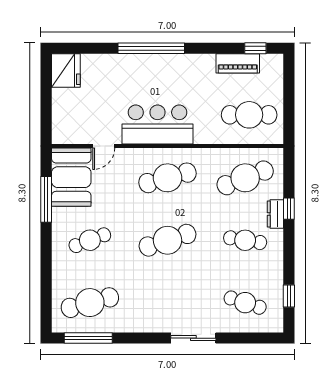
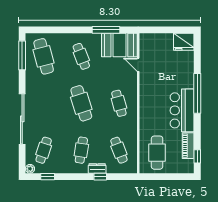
bar counter: (157, 125) -> (182, 110), moved, turned 180
cafe table: (167, 178) -> (119, 103), width x0.73, depth x0.74
cafe table: (245, 178) -> (119, 150), width x0.73, depth x0.74
plant: (276, 325) -> (30, 169), added
sliding door: (193, 338) -> (22, 119), width x1.86

